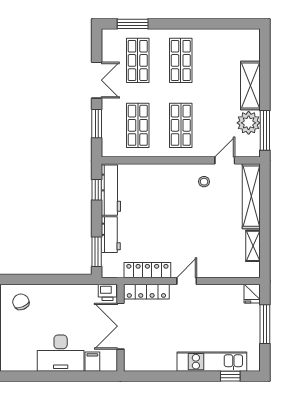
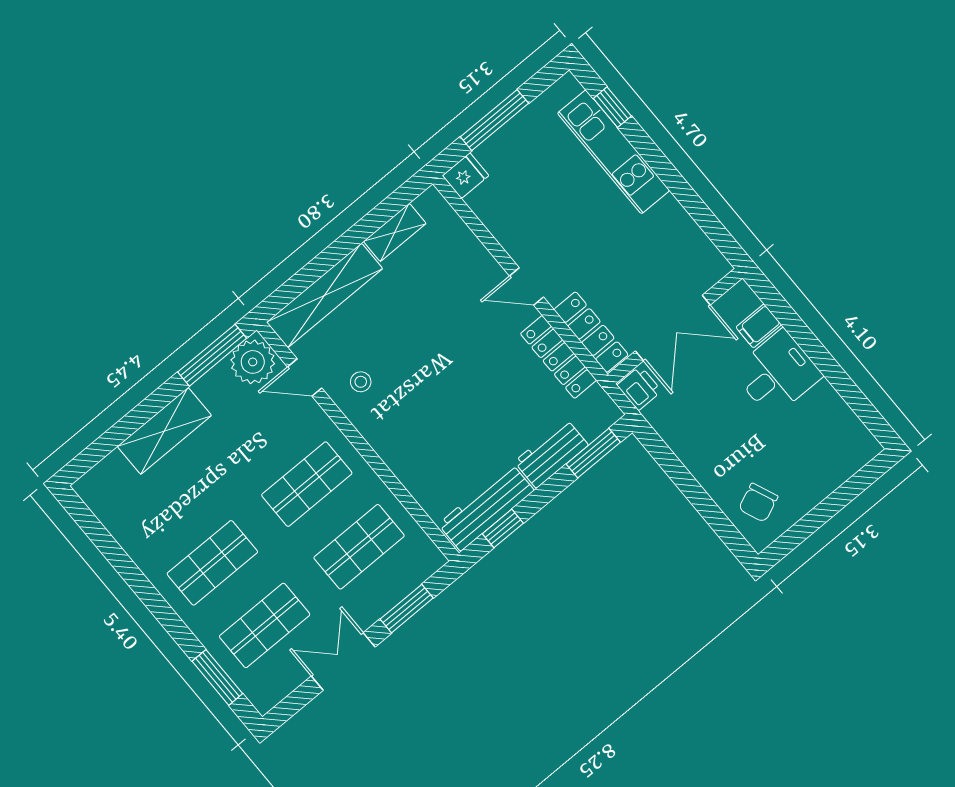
plant: (249, 123) -> (253, 362), moved
desk: (61, 353) -> (777, 373), width x0.73

